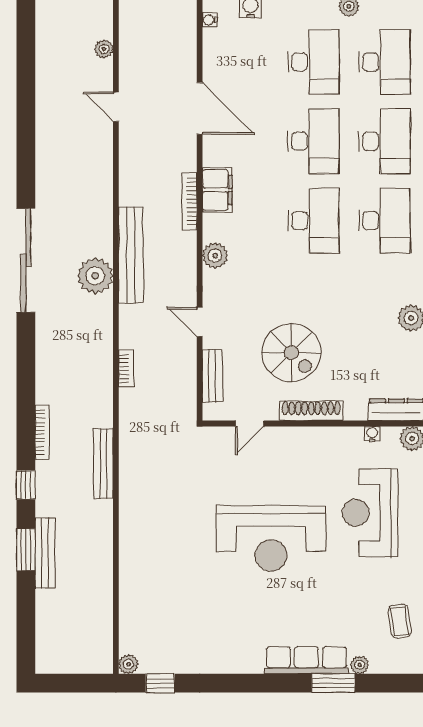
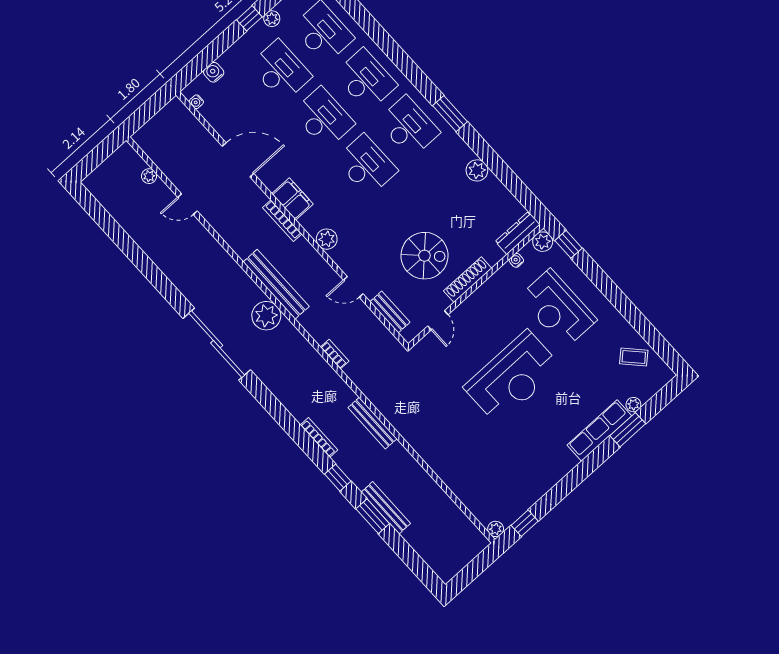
coffee table: (400, 621) -> (634, 357), turned -35

